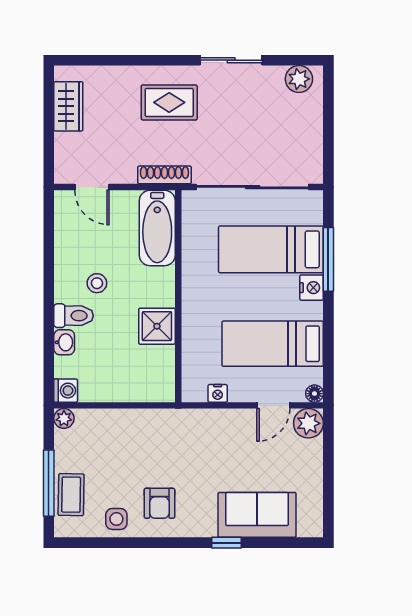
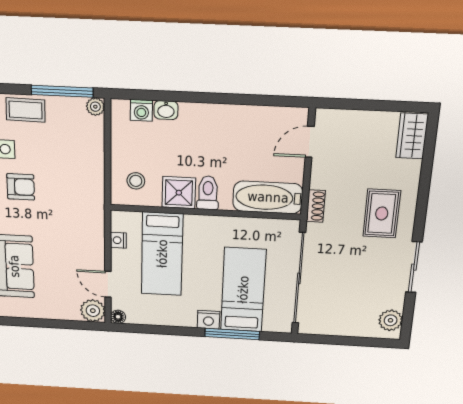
wardrobe: (68, 106) -> (412, 136), moved, turned 90
shoe rack: (164, 175) -> (316, 206), width x0.70
stool: (97, 283) -> (136, 181), moved
toilet: (74, 316) -> (208, 193), moved, turned 180
bed: (273, 344) -> (162, 254), moved, turned 180
washing machine: (66, 391) -> (141, 110), moved
window: (49, 483) -> (62, 91), moved
armchair: (159, 503) -> (21, 187), turned 180

